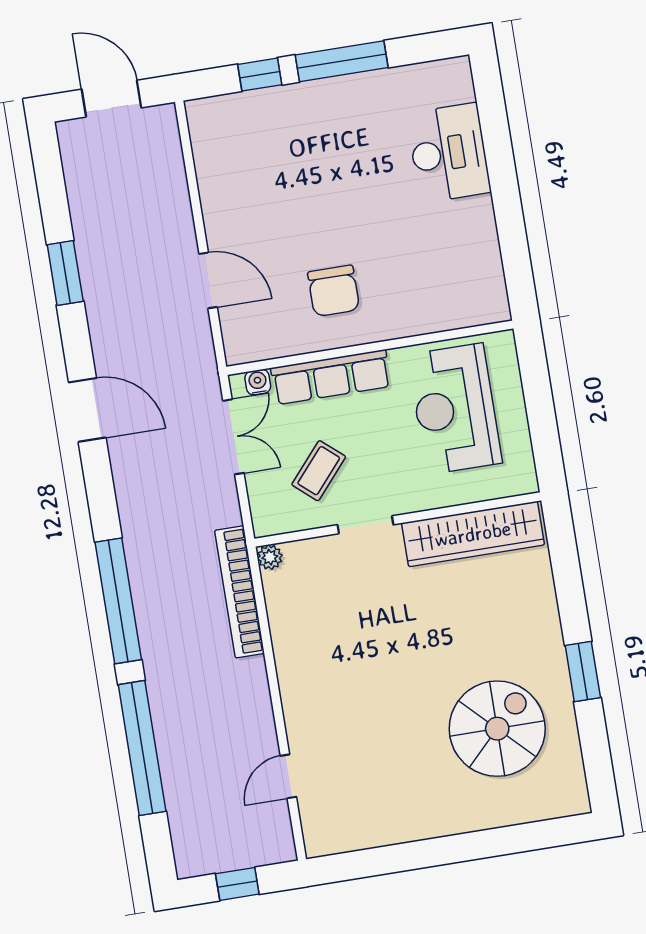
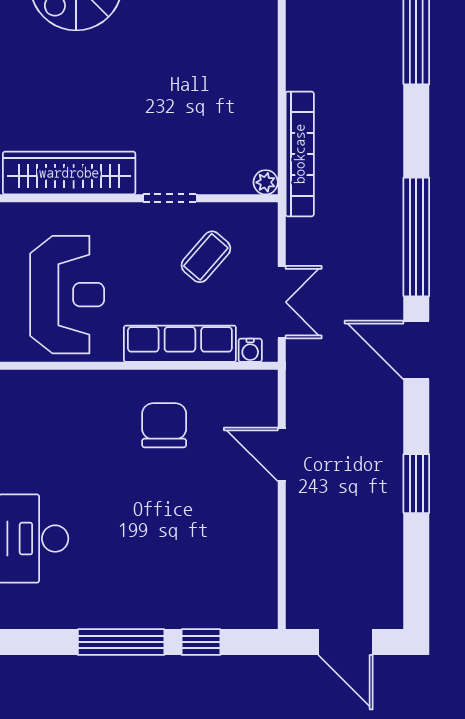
double door: (233, 437) -> (282, 302), swing flipped
window: (118, 601) -> (416, 237), moved

